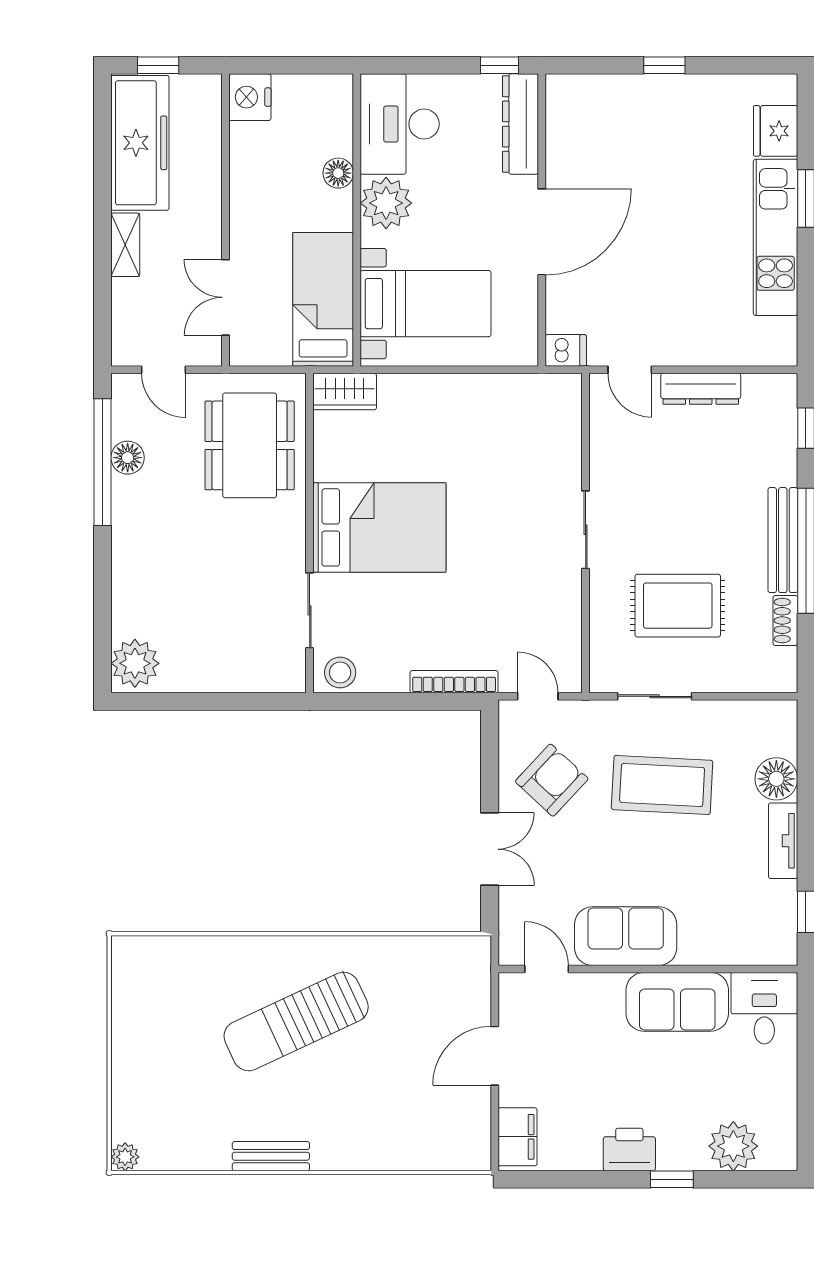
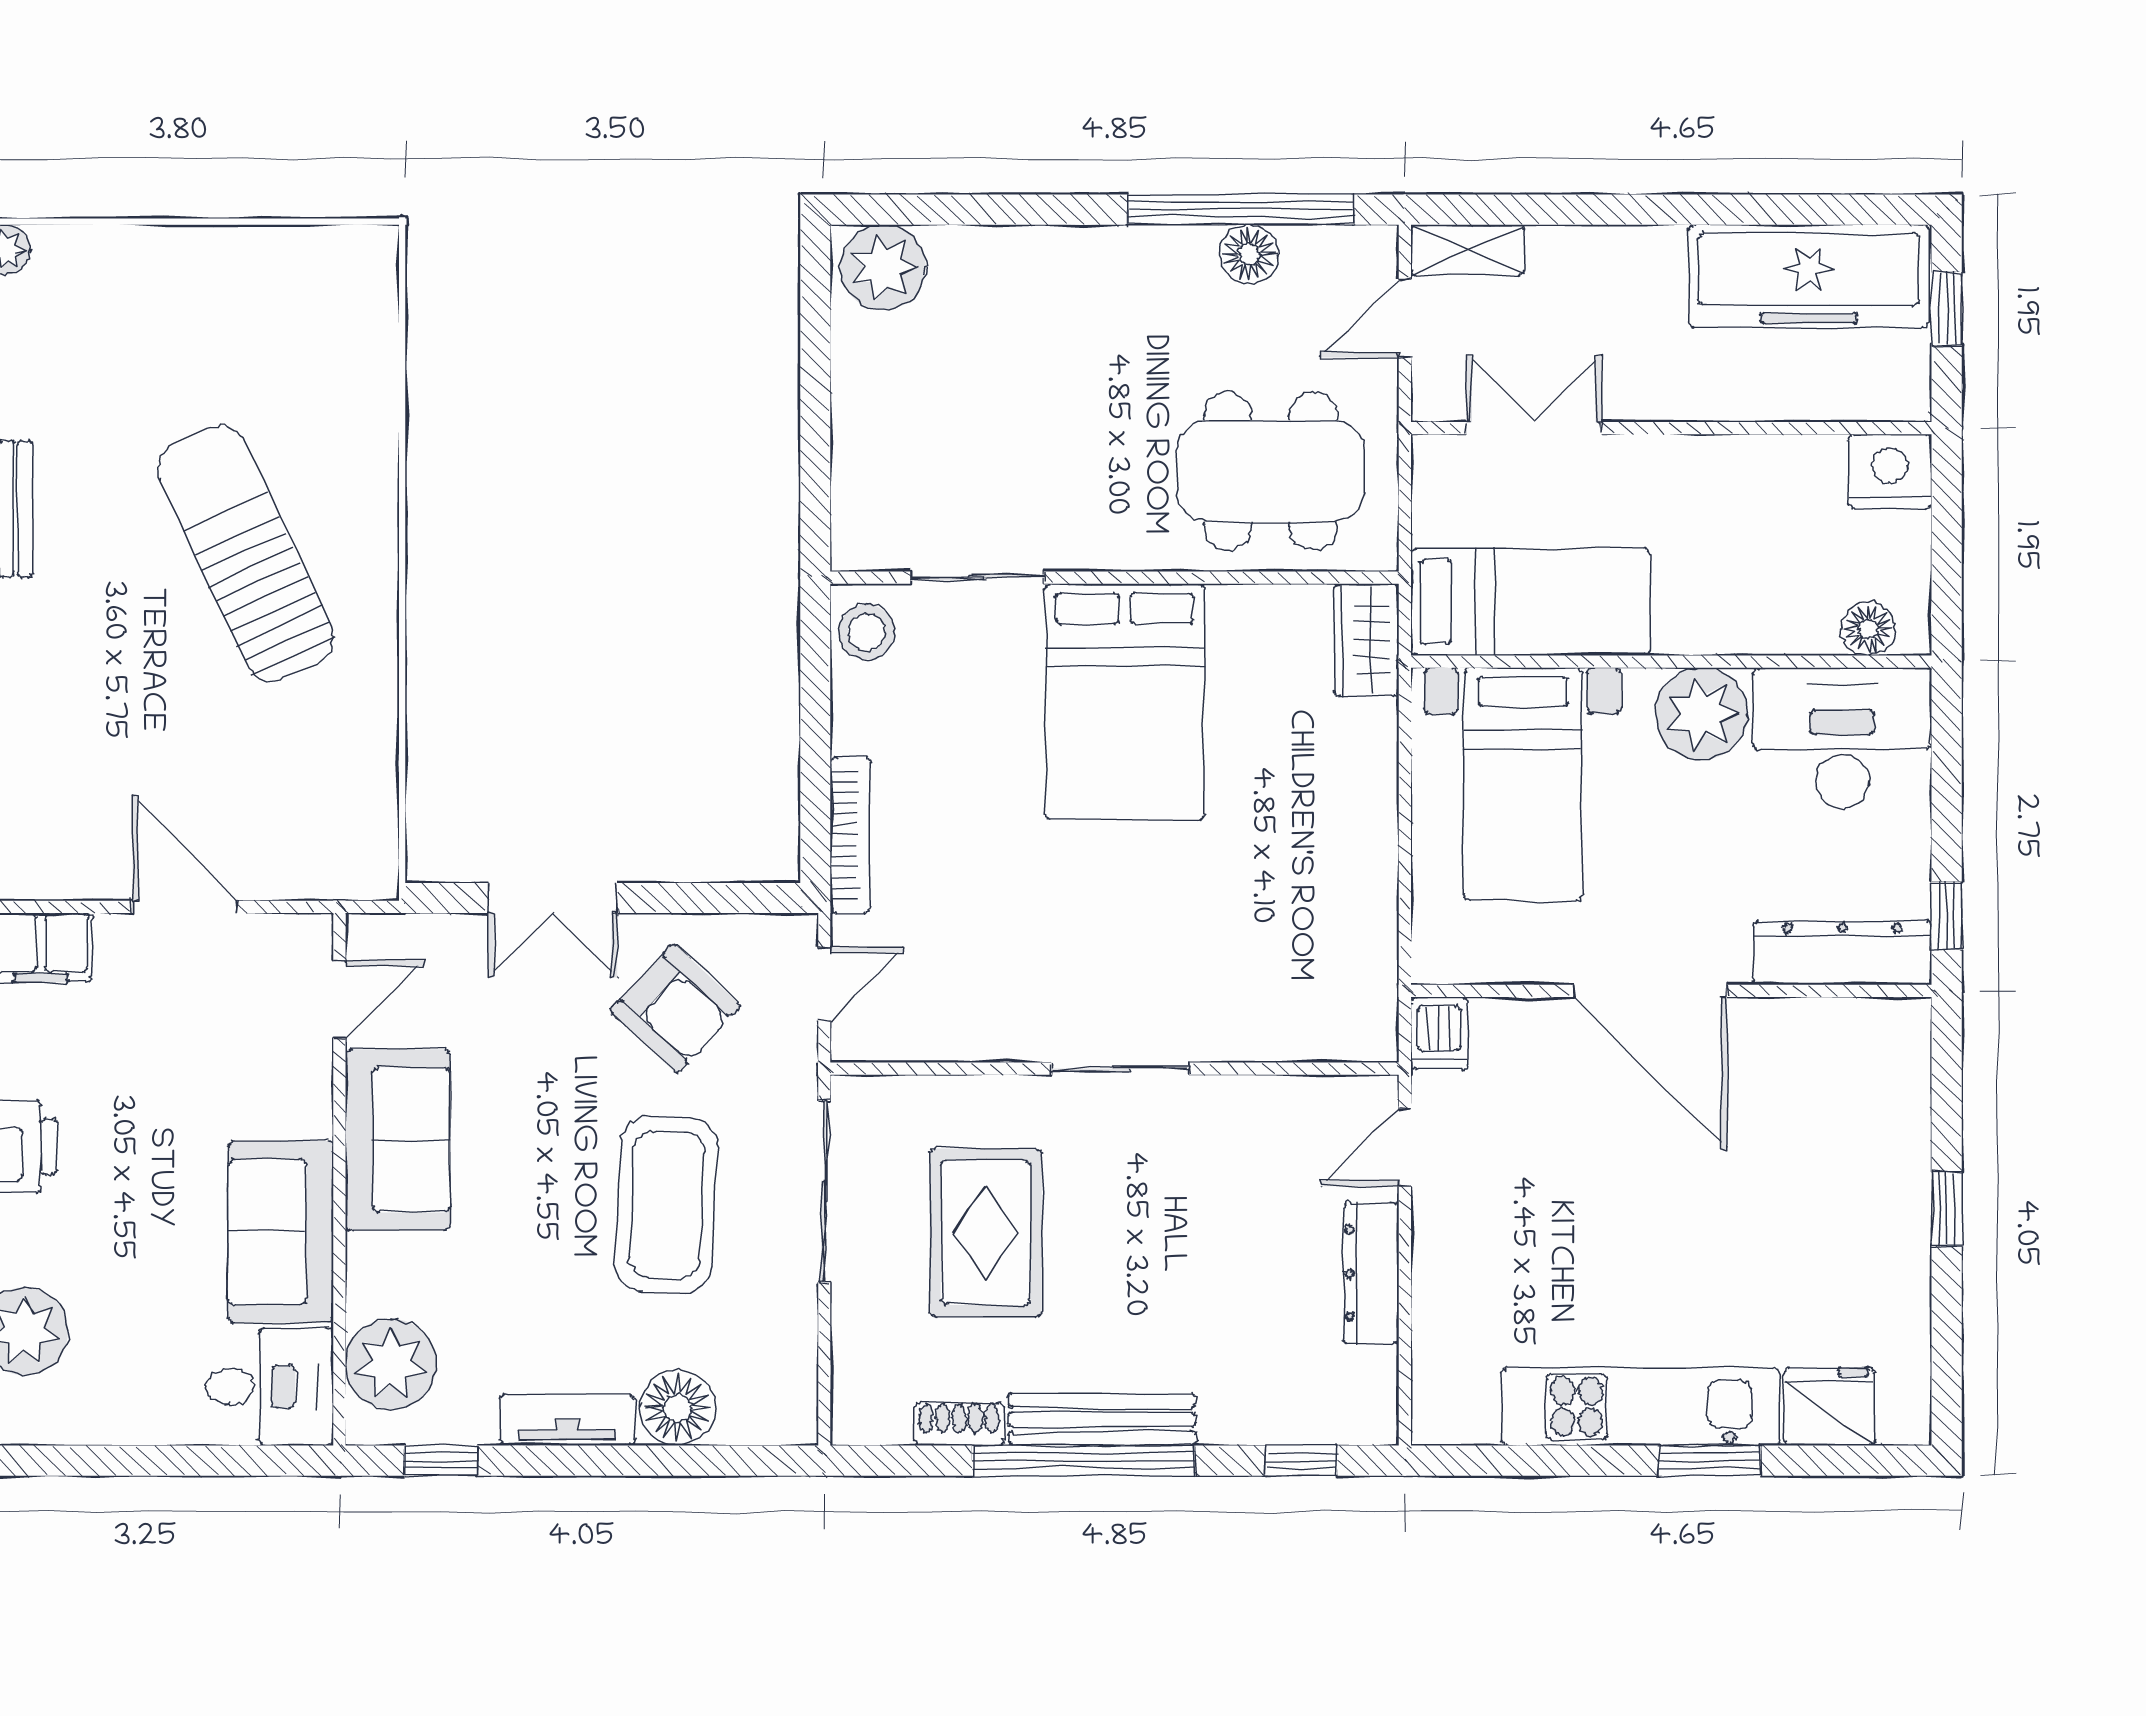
floor lamp: (338, 173) -> (1868, 629), moved
shelving: (125, 245) -> (1468, 250), moved
sliding door: (655, 696) -> (824, 1192), width x1.37
plant: (752, 940) -> (391, 1364), added

